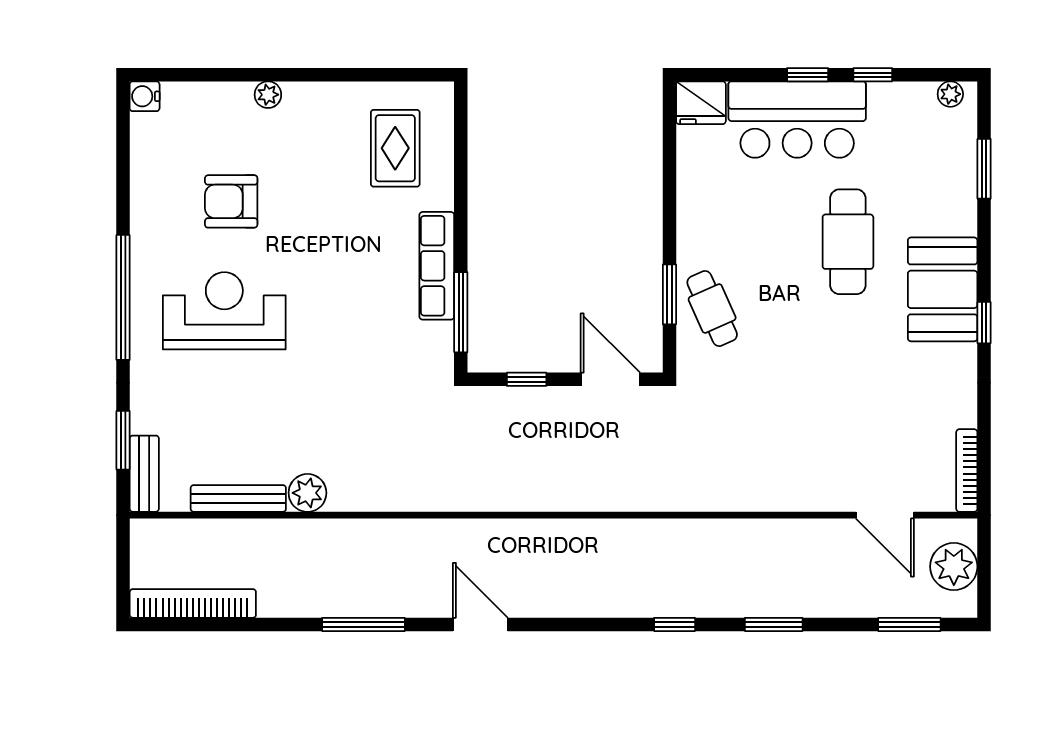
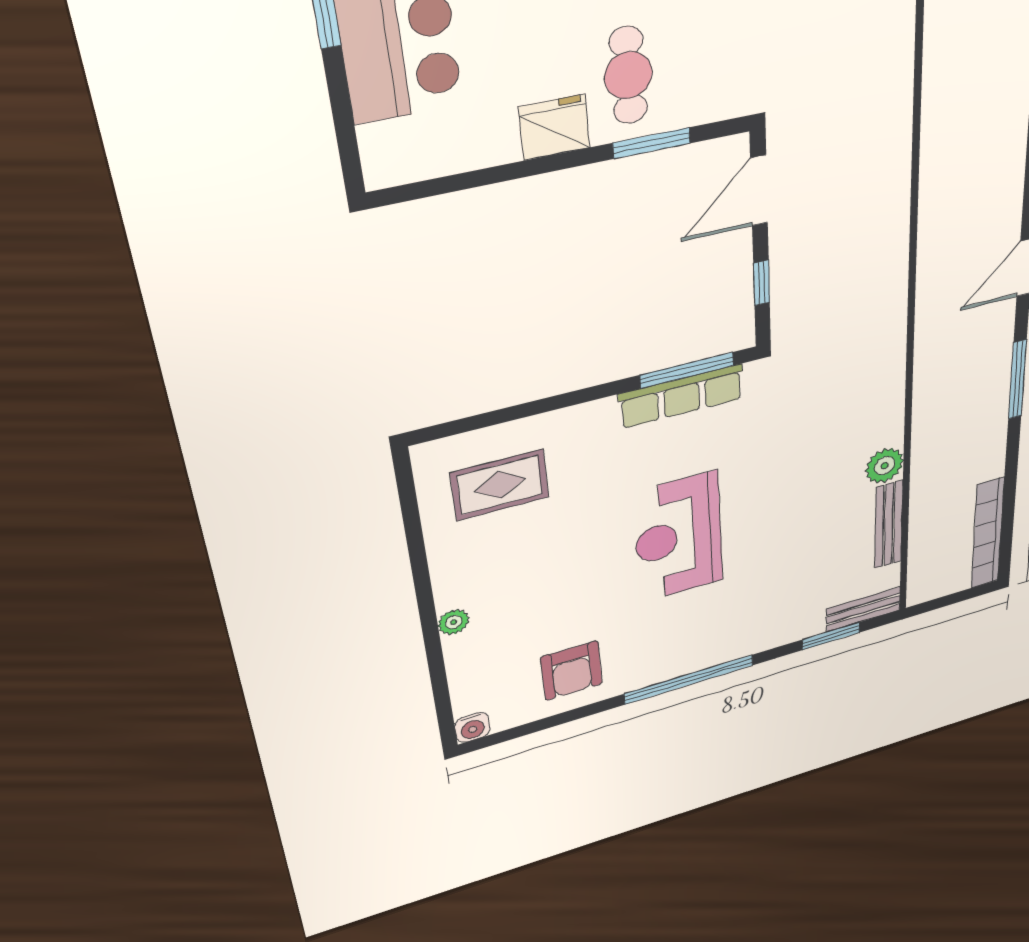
fridge: (701, 103) -> (554, 127), moved, turned -90
armchair: (231, 201) -> (572, 671), moved
row of seats: (437, 266) -> (682, 396), moved
cafe table: (712, 309) -> (628, 75), moved, turned -66
reception desk: (224, 311) -> (678, 537), moved

